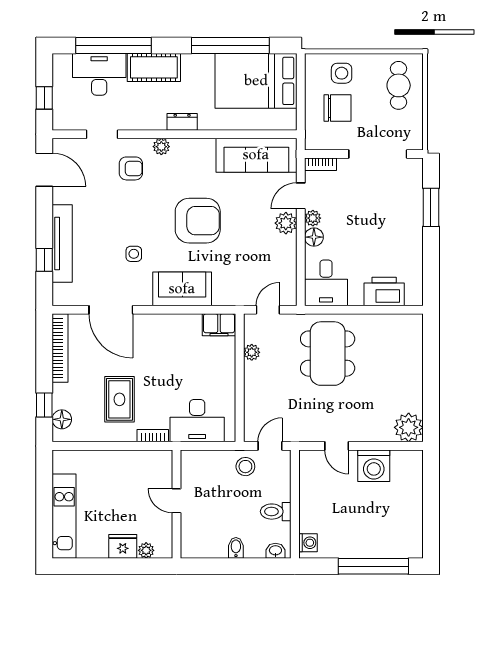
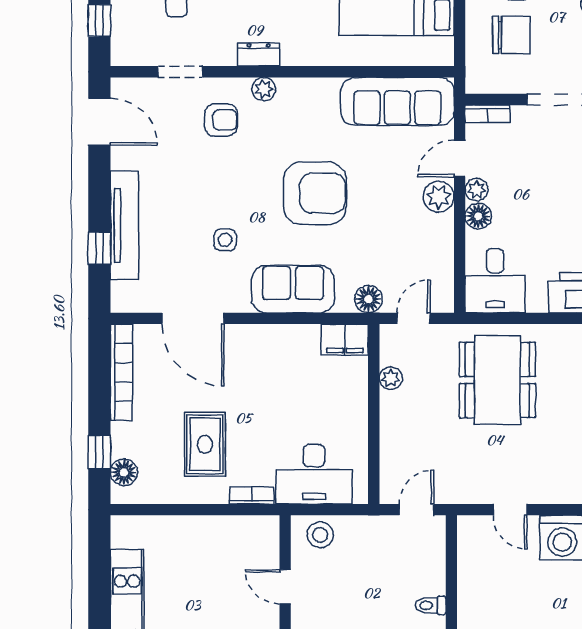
dresser: (182, 122) -> (259, 54), moved
floor lamp: (236, 296) -> (368, 299), added
stool: (245, 467) -> (320, 535), moved
toilet: (276, 512) -> (430, 605), width x0.73, depth x0.72

